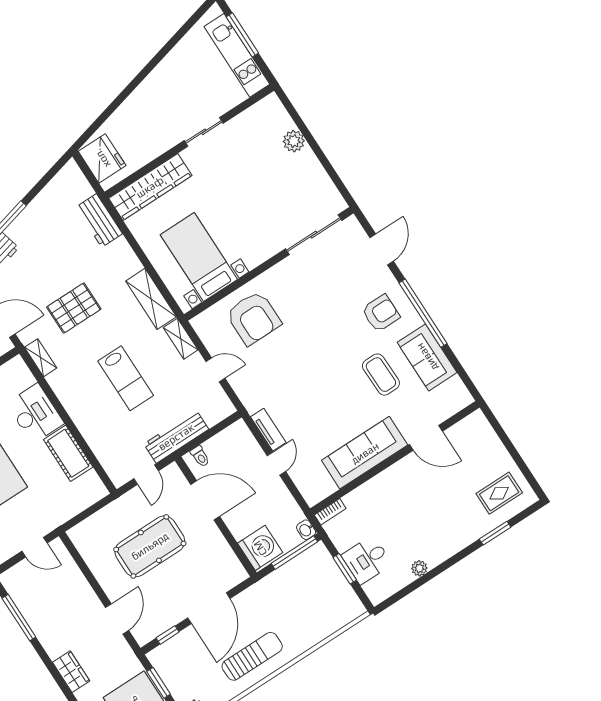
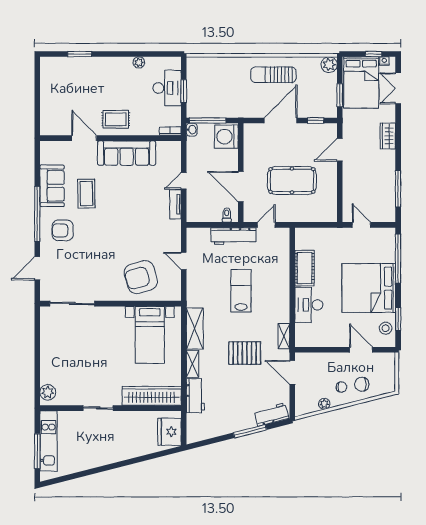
plant: (294, 141) -> (48, 392), moved
armchair: (253, 318) -> (141, 277), turned -106
shelving: (181, 339) -> (193, 364), moved
rug: (499, 493) -> (116, 119), moved
desk: (367, 560) -> (167, 88), width x1.37

